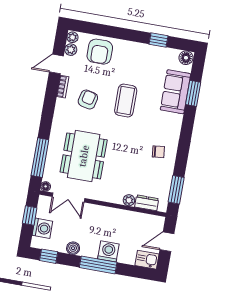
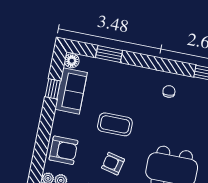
sofa: (176, 92) -> (71, 91), moved, turned -90

